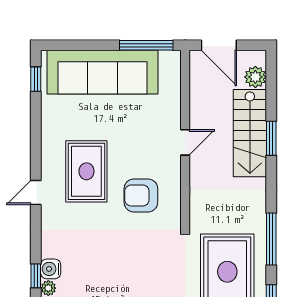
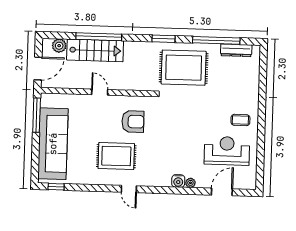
window: (271, 138) -> (99, 37), width x2.11
armchair: (141, 195) -> (133, 122), turned -90
window: (271, 239) -> (164, 39), width x0.69
window: (36, 276) -> (182, 191), removed

